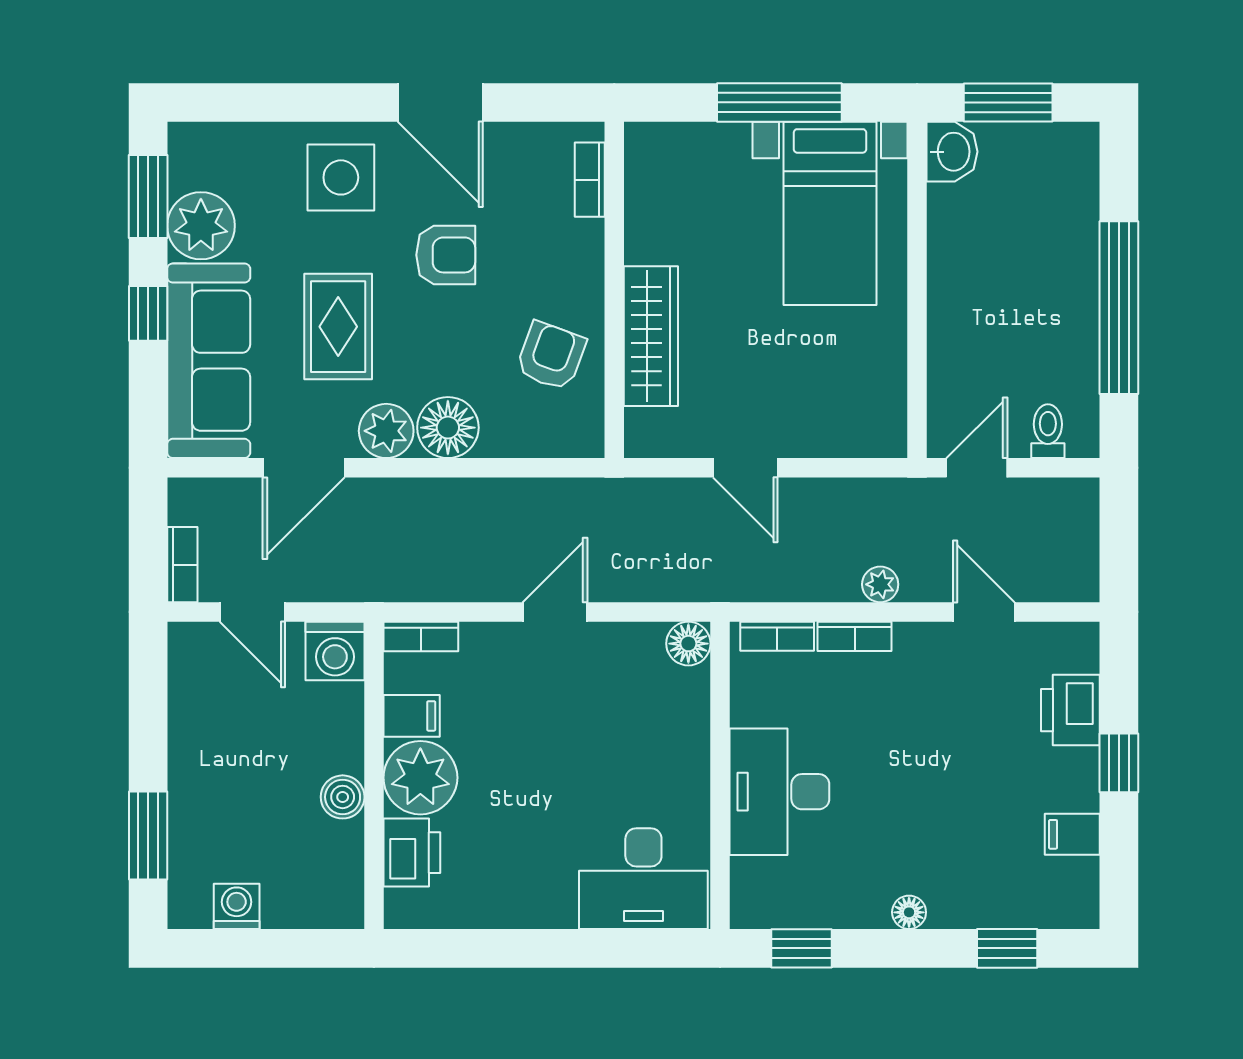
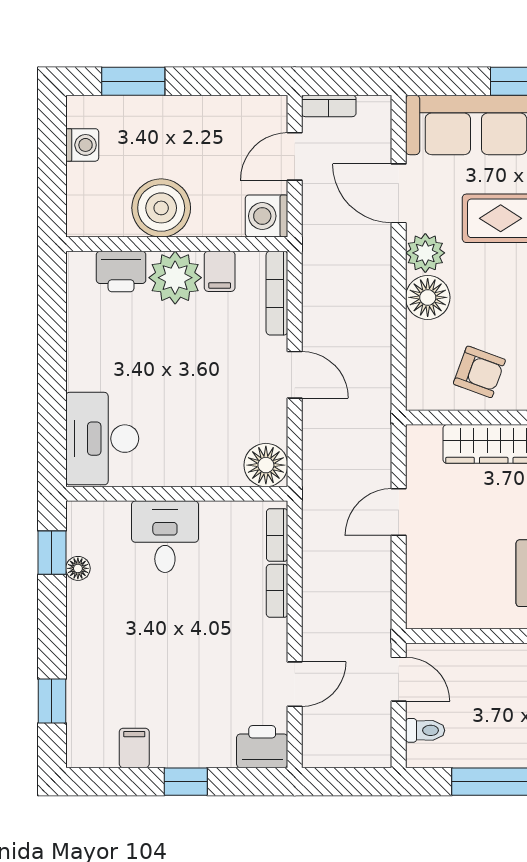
plant: (880, 584) -> (315, 609), removed
bookcase: (421, 636) -> (277, 293), width x1.56
floor lamp: (688, 644) -> (266, 465), width x1.38, depth x1.38
printer: (1070, 710) -> (262, 747), moved
desk: (779, 792) -> (165, 537), width x0.73
boiler: (343, 797) -> (161, 208), width x1.86, depth x1.86
floor lamp: (909, 912) -> (78, 568), moved

